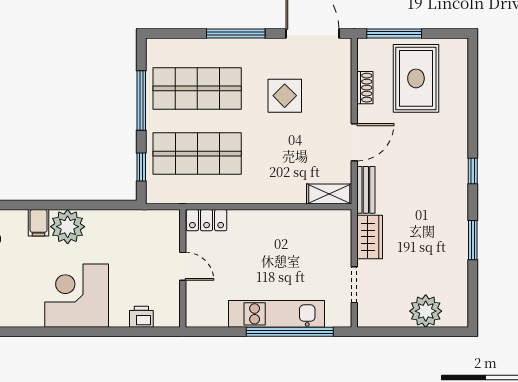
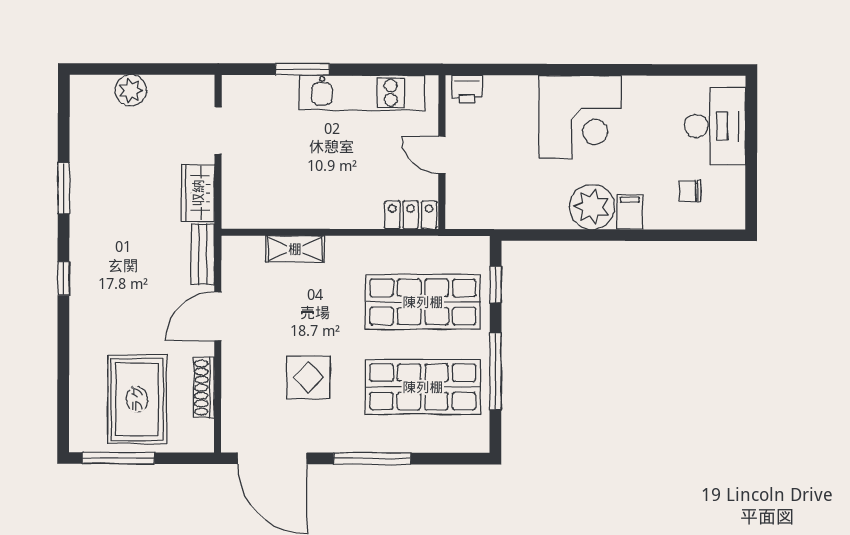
window: (394, 33) -> (118, 458), moved
shoe rack: (365, 88) -> (204, 388), width x1.43
shelving: (329, 194) -> (295, 249), moved
plant: (426, 311) -> (131, 90), width x0.73, depth x0.73
kitchen unit: (277, 314) -> (362, 93), moved
printer: (141, 317) -> (467, 89), moved
window: (290, 332) -> (302, 69), width x0.47

